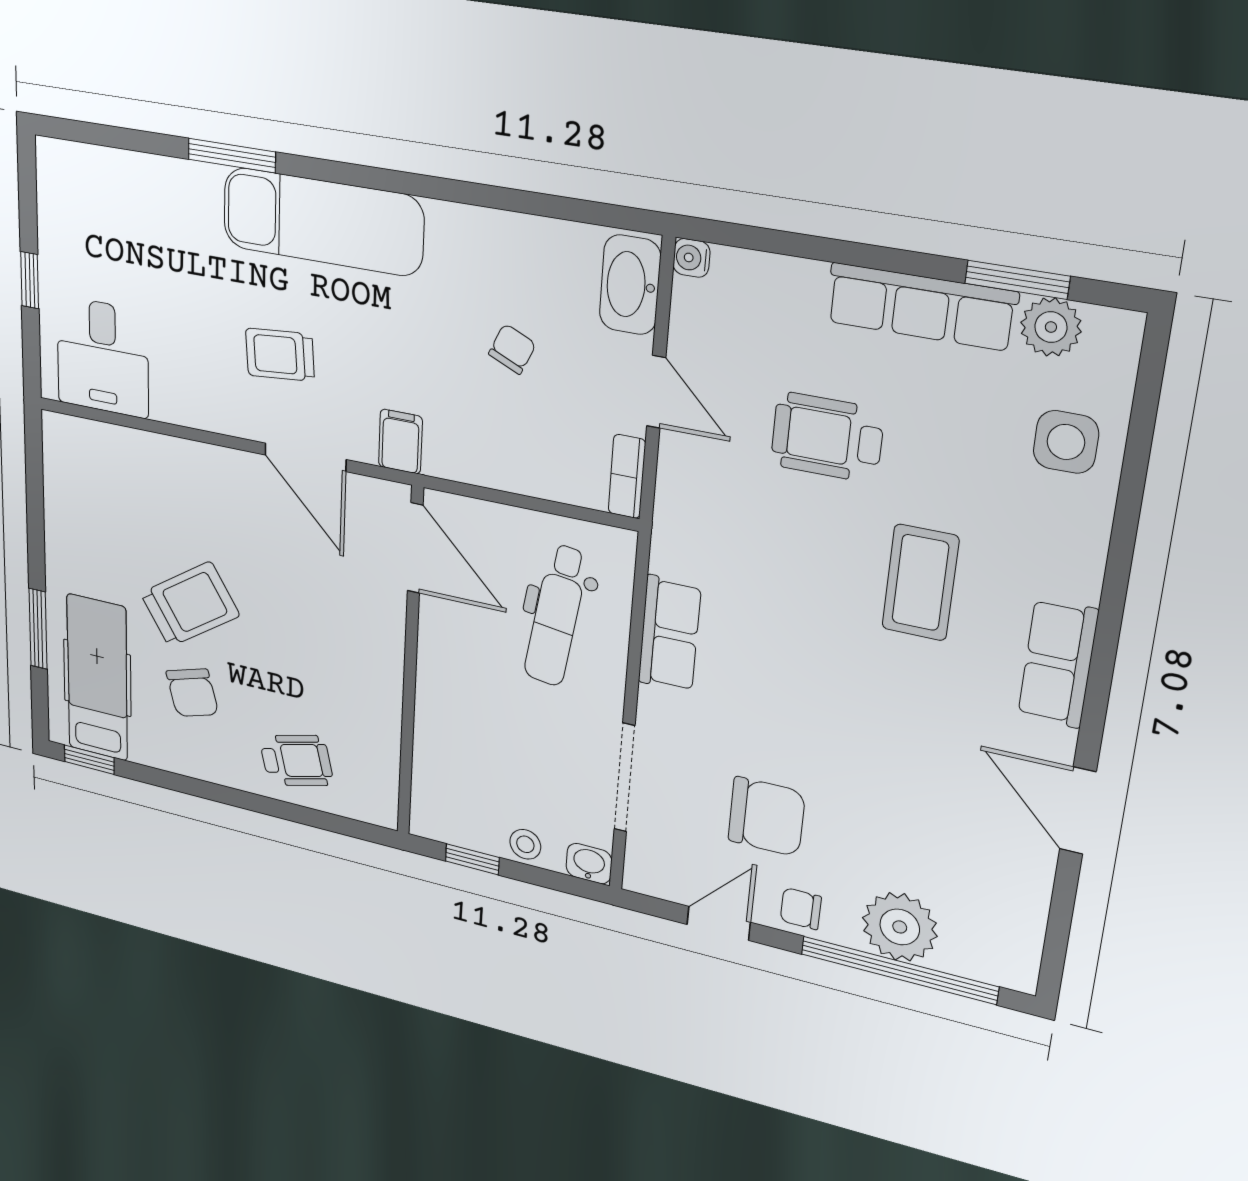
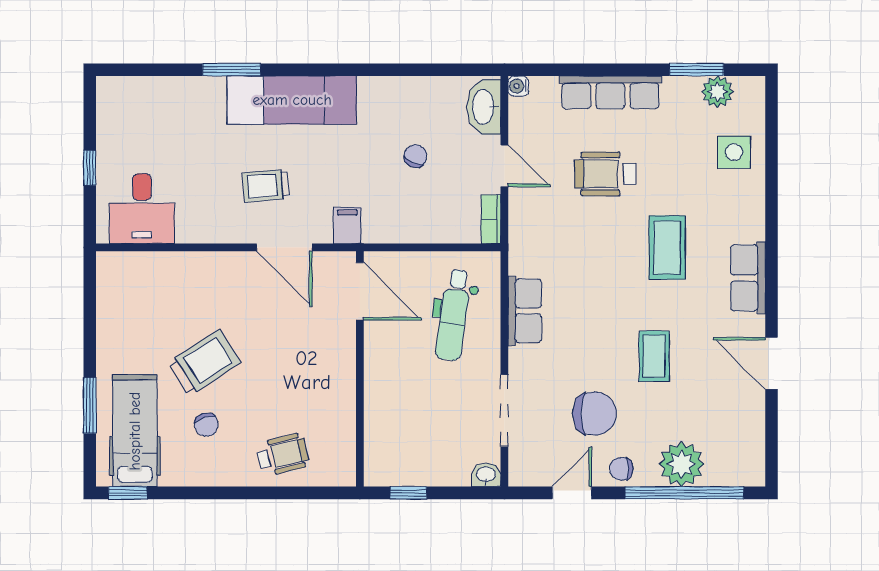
row of seats: (921, 307) -> (610, 92), moved
chair: (192, 693) -> (206, 425), width x0.73, depth x0.73
coffee table: (875, 753) -> (654, 356), added
stool: (525, 844) -> (443, 473), removed

